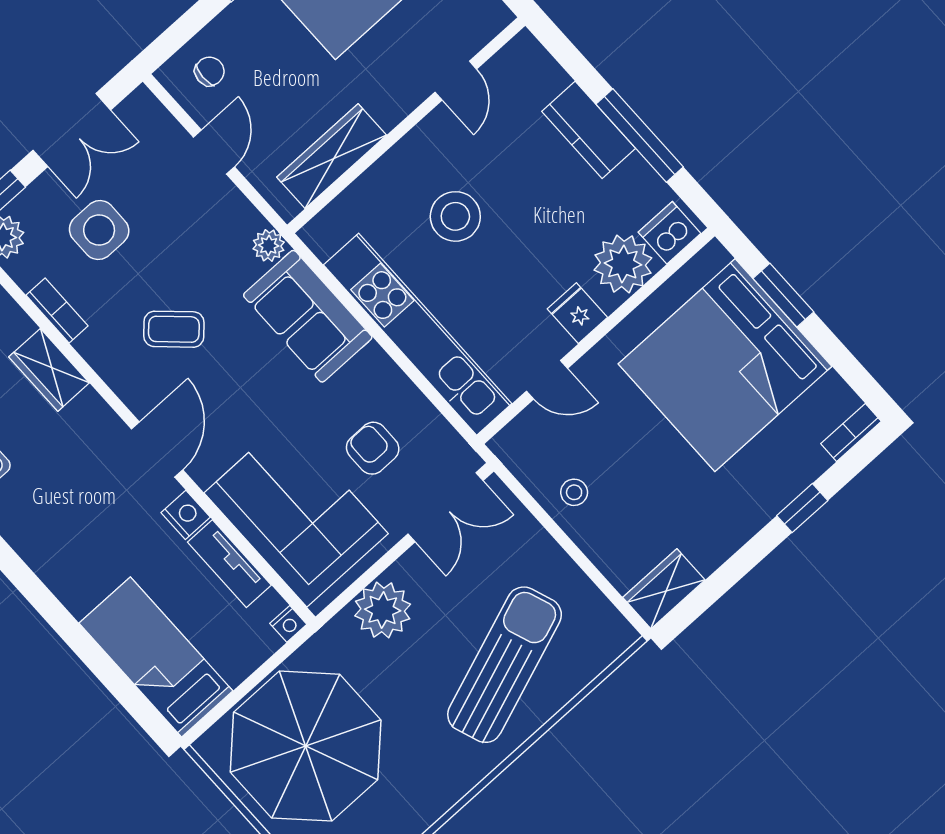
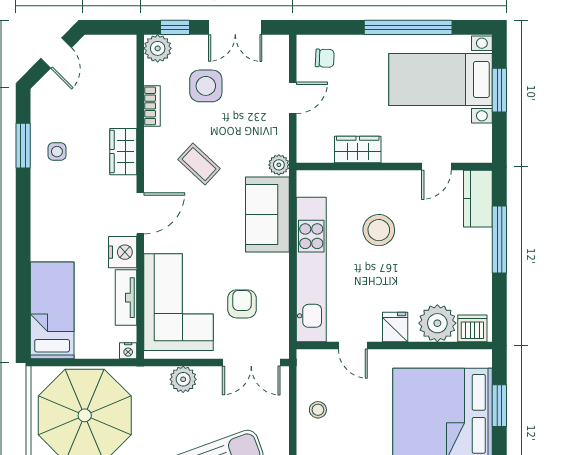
kitchen counter: (589, 130) -> (478, 199), moved
window: (640, 136) -> (499, 239), moved
wardrobe: (332, 156) -> (358, 150), width x0.67
wardrobe: (49, 370) -> (123, 152), moved
nightstand: (186, 515) -> (123, 252), width x1.36, depth x1.33
plant: (383, 610) -> (183, 379), width x0.73, depth x0.73

